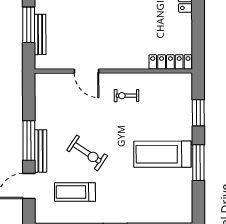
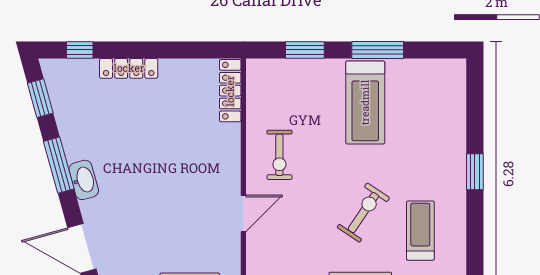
exercise bike: (126, 96) -> (279, 155), width x1.38, depth x1.39
treadmill: (75, 192) -> (420, 231), turned 180

